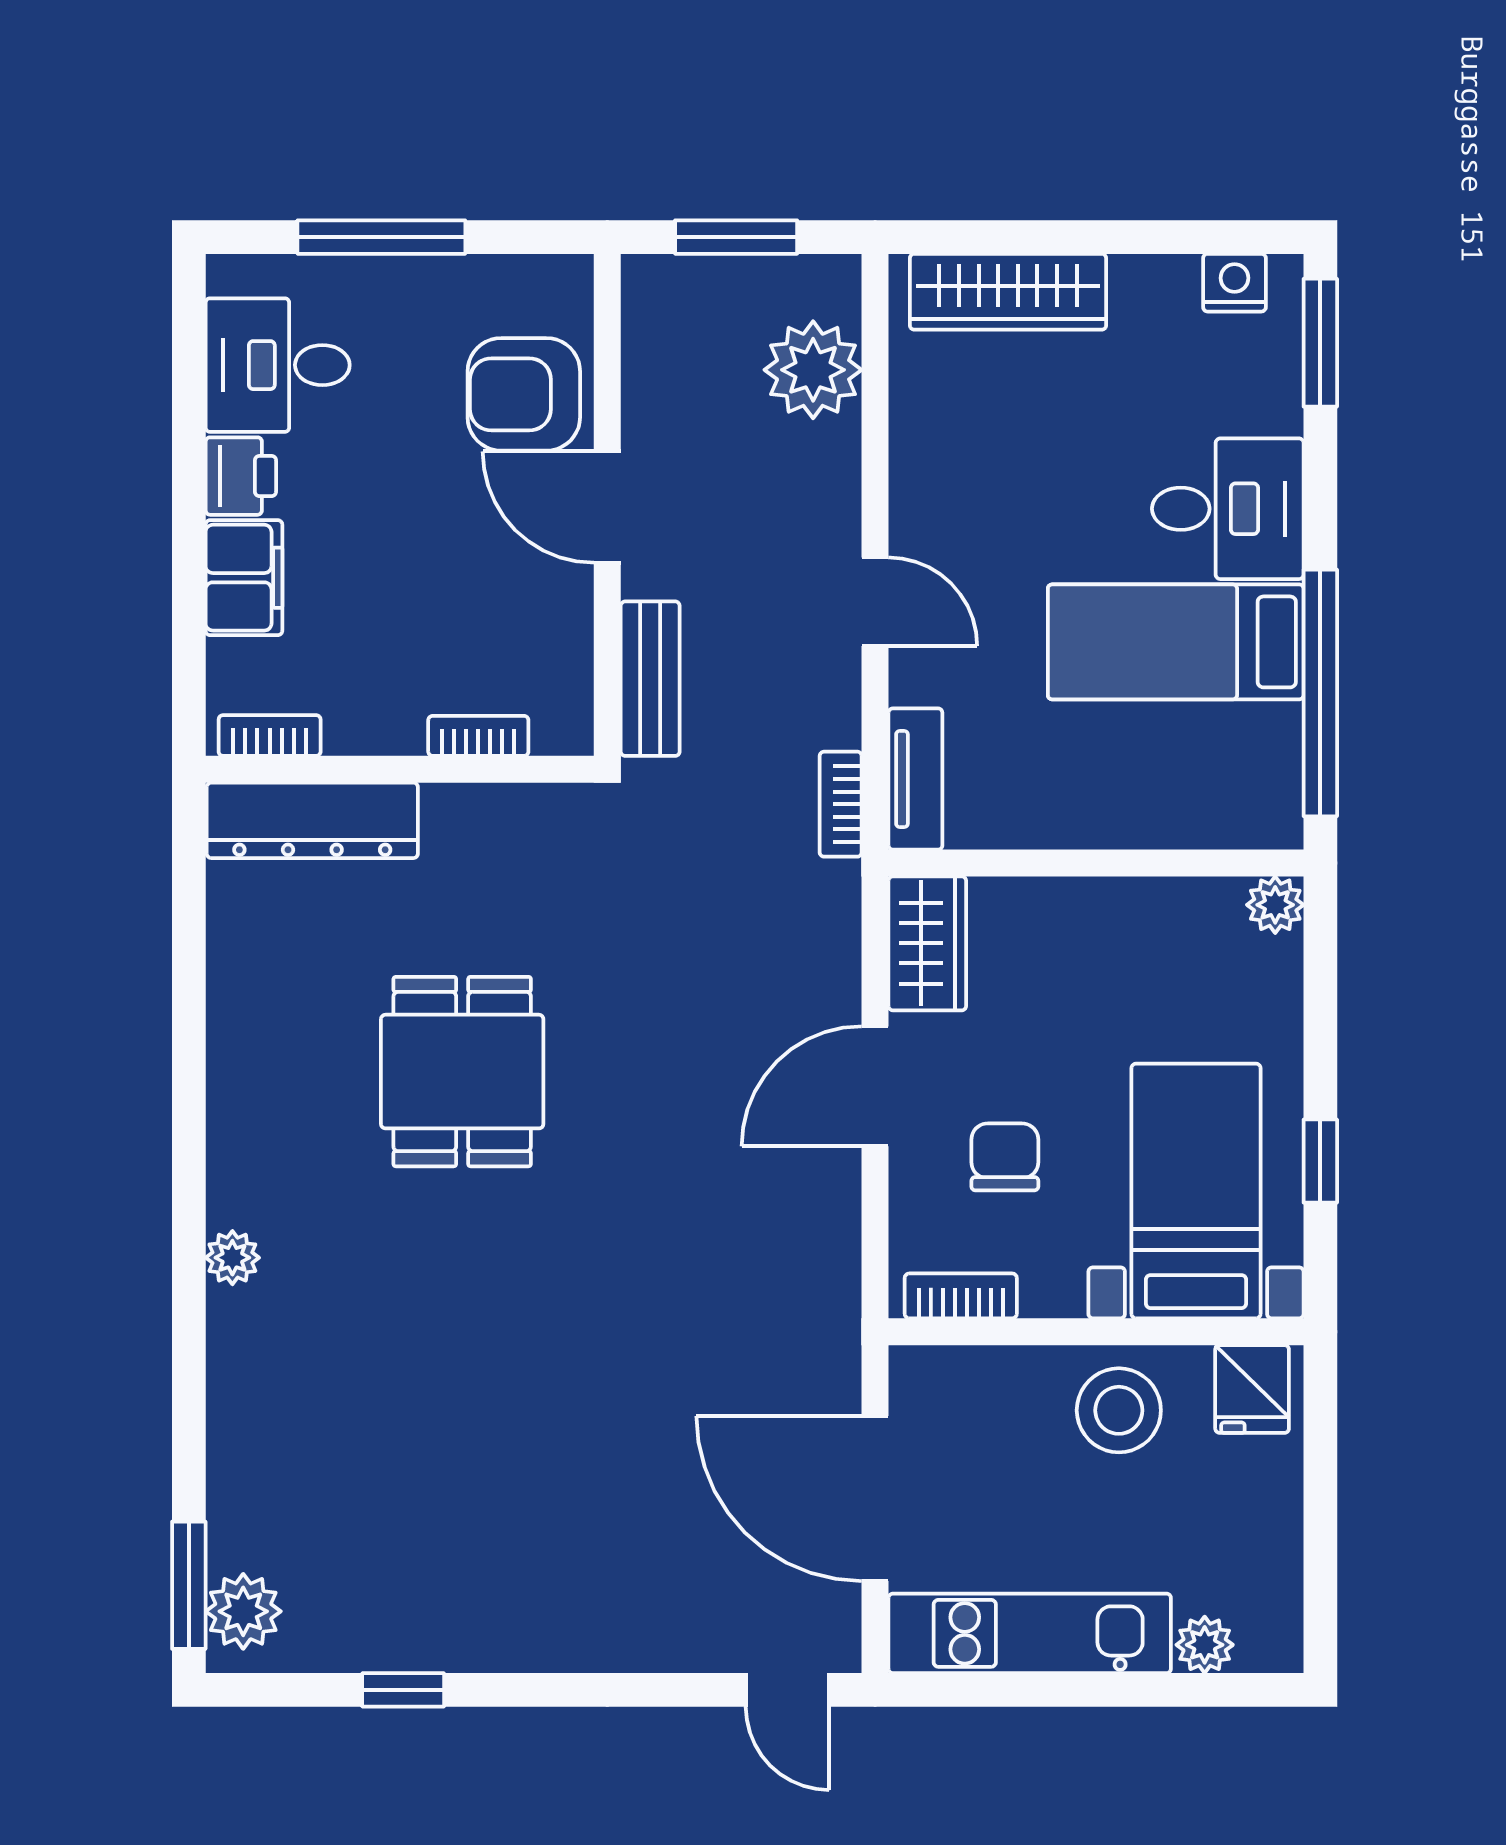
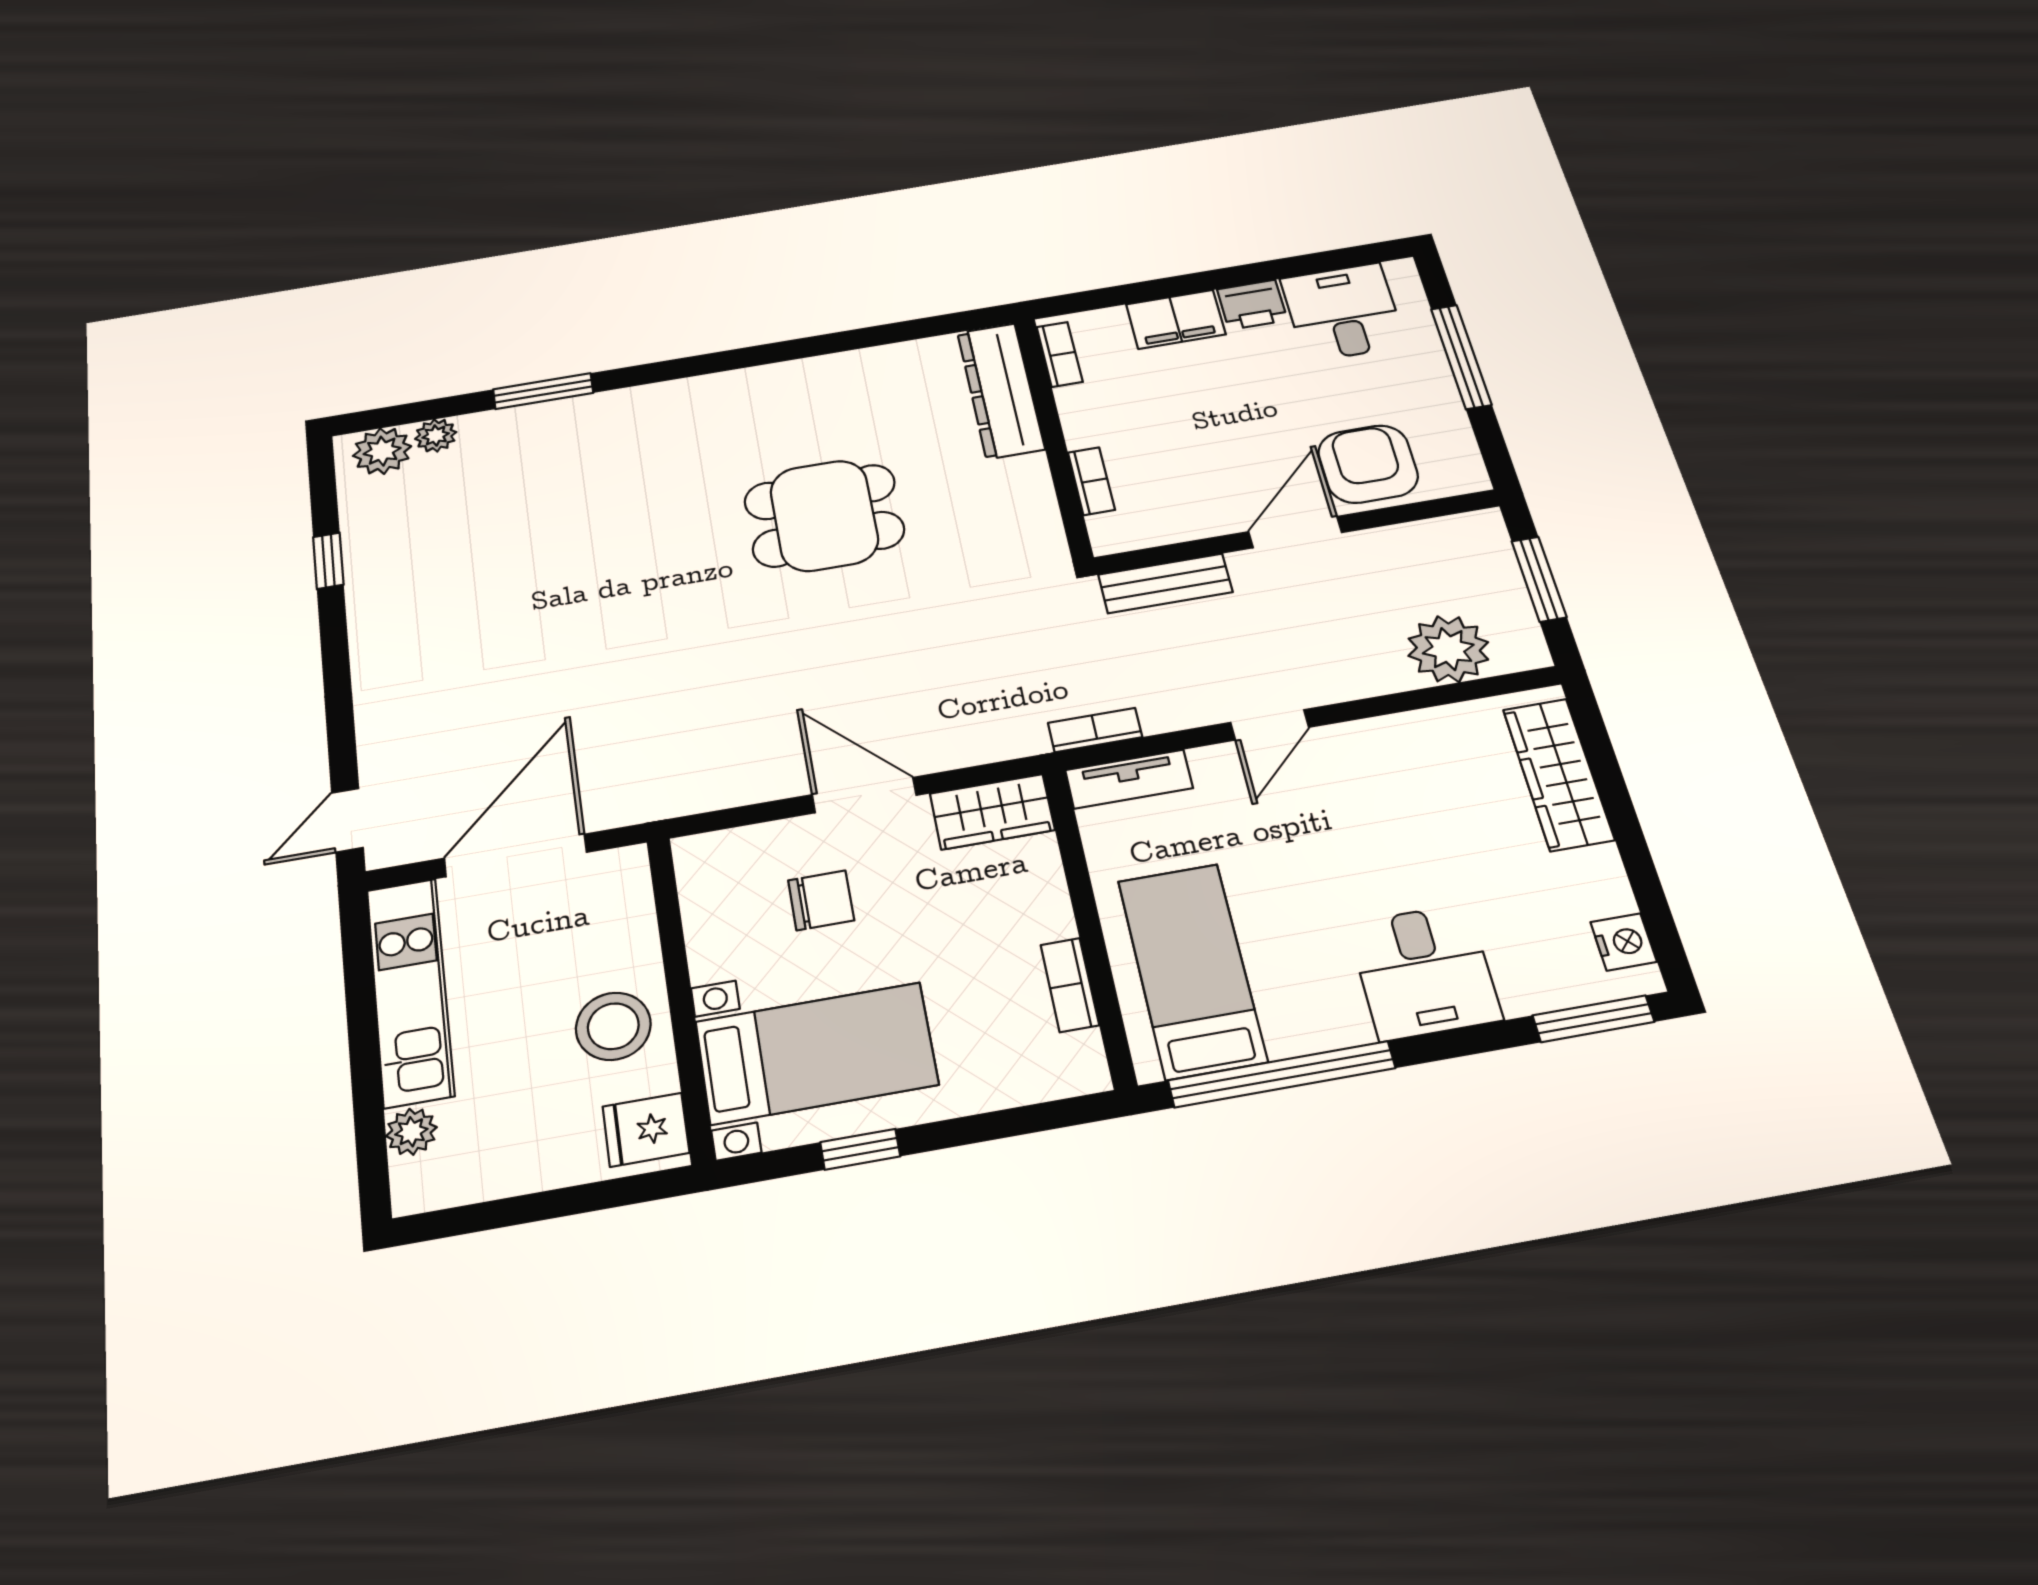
bed: (1176, 642) -> (1192, 970), moved
plant: (1275, 905) -> (1083, 1071), removed
plant: (232, 1258) -> (436, 436), moved
bookcase: (961, 1296) -> (1070, 985), moved, turned 180
window: (189, 1585) -> (543, 391), moved

